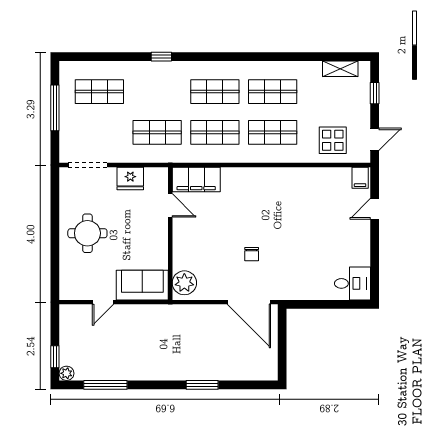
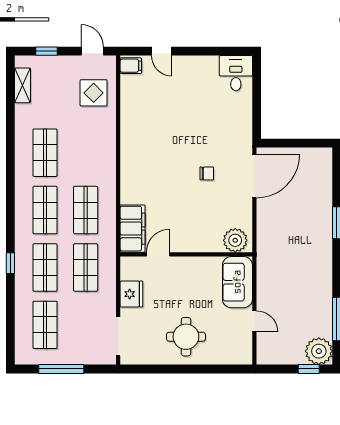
shop shelf: (273, 132) -> (45, 267), moved
plant: (67, 373) -> (319, 351), width x1.87, depth x1.87

